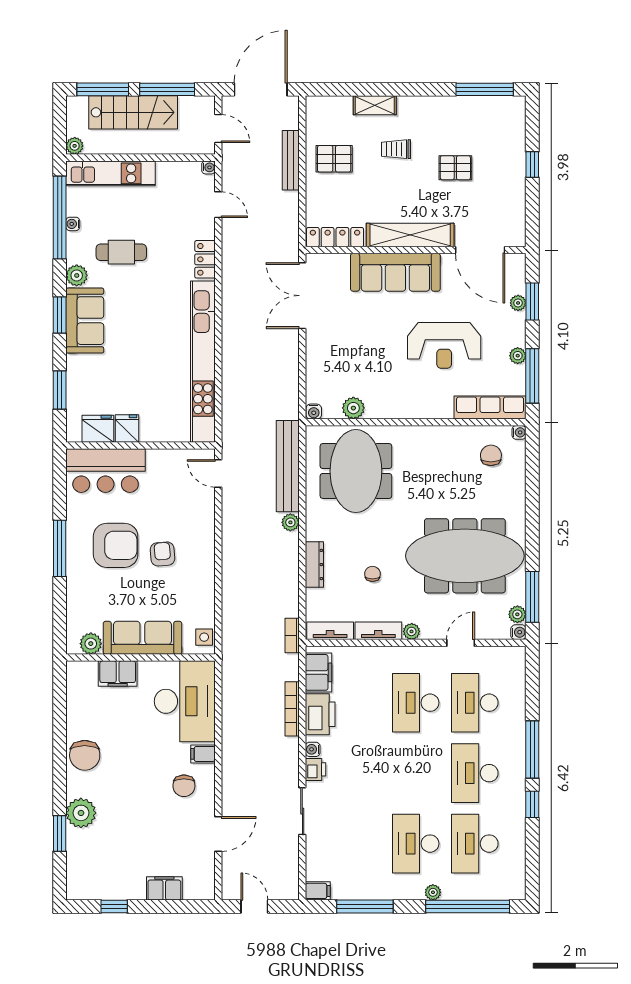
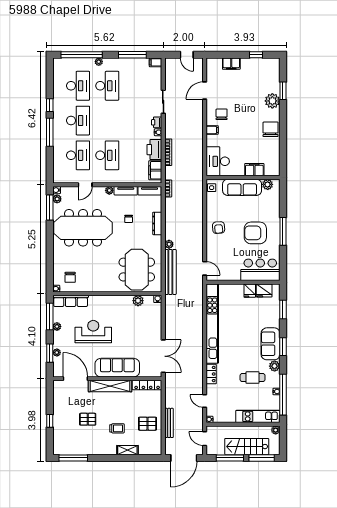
armchair: (163, 554) -> (219, 228), moved
desk: (185, 701) -> (218, 161), width x0.73, depth x0.77

